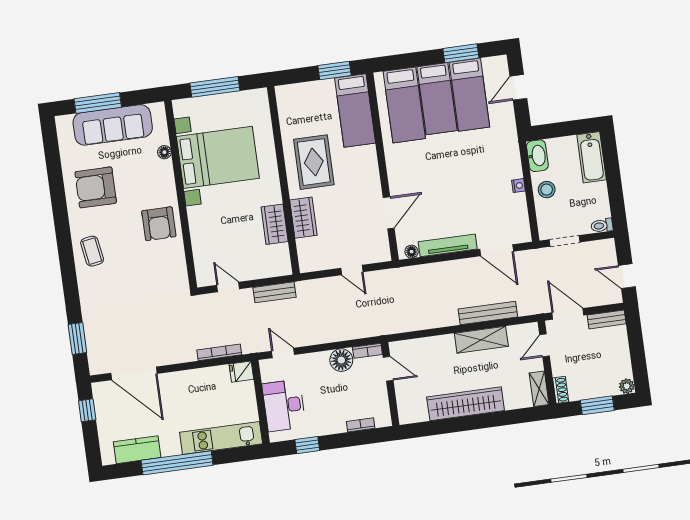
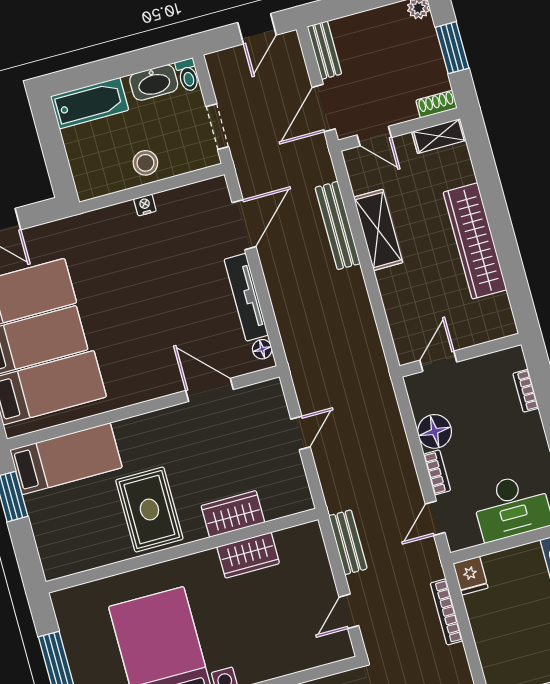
washbasin: (537, 156) -> (154, 83), moved, turned 180
rug: (314, 162) -> (149, 509), turned 90
bookcase: (367, 351) -> (437, 472), moved

